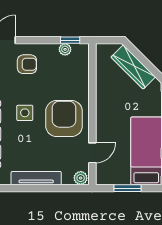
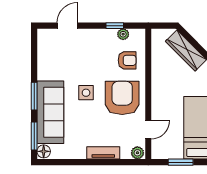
window: (70, 40) -> (115, 26), moved
armchair: (27, 64) -> (127, 60), moved
tv unit: (36, 178) -> (103, 153), width x0.71

